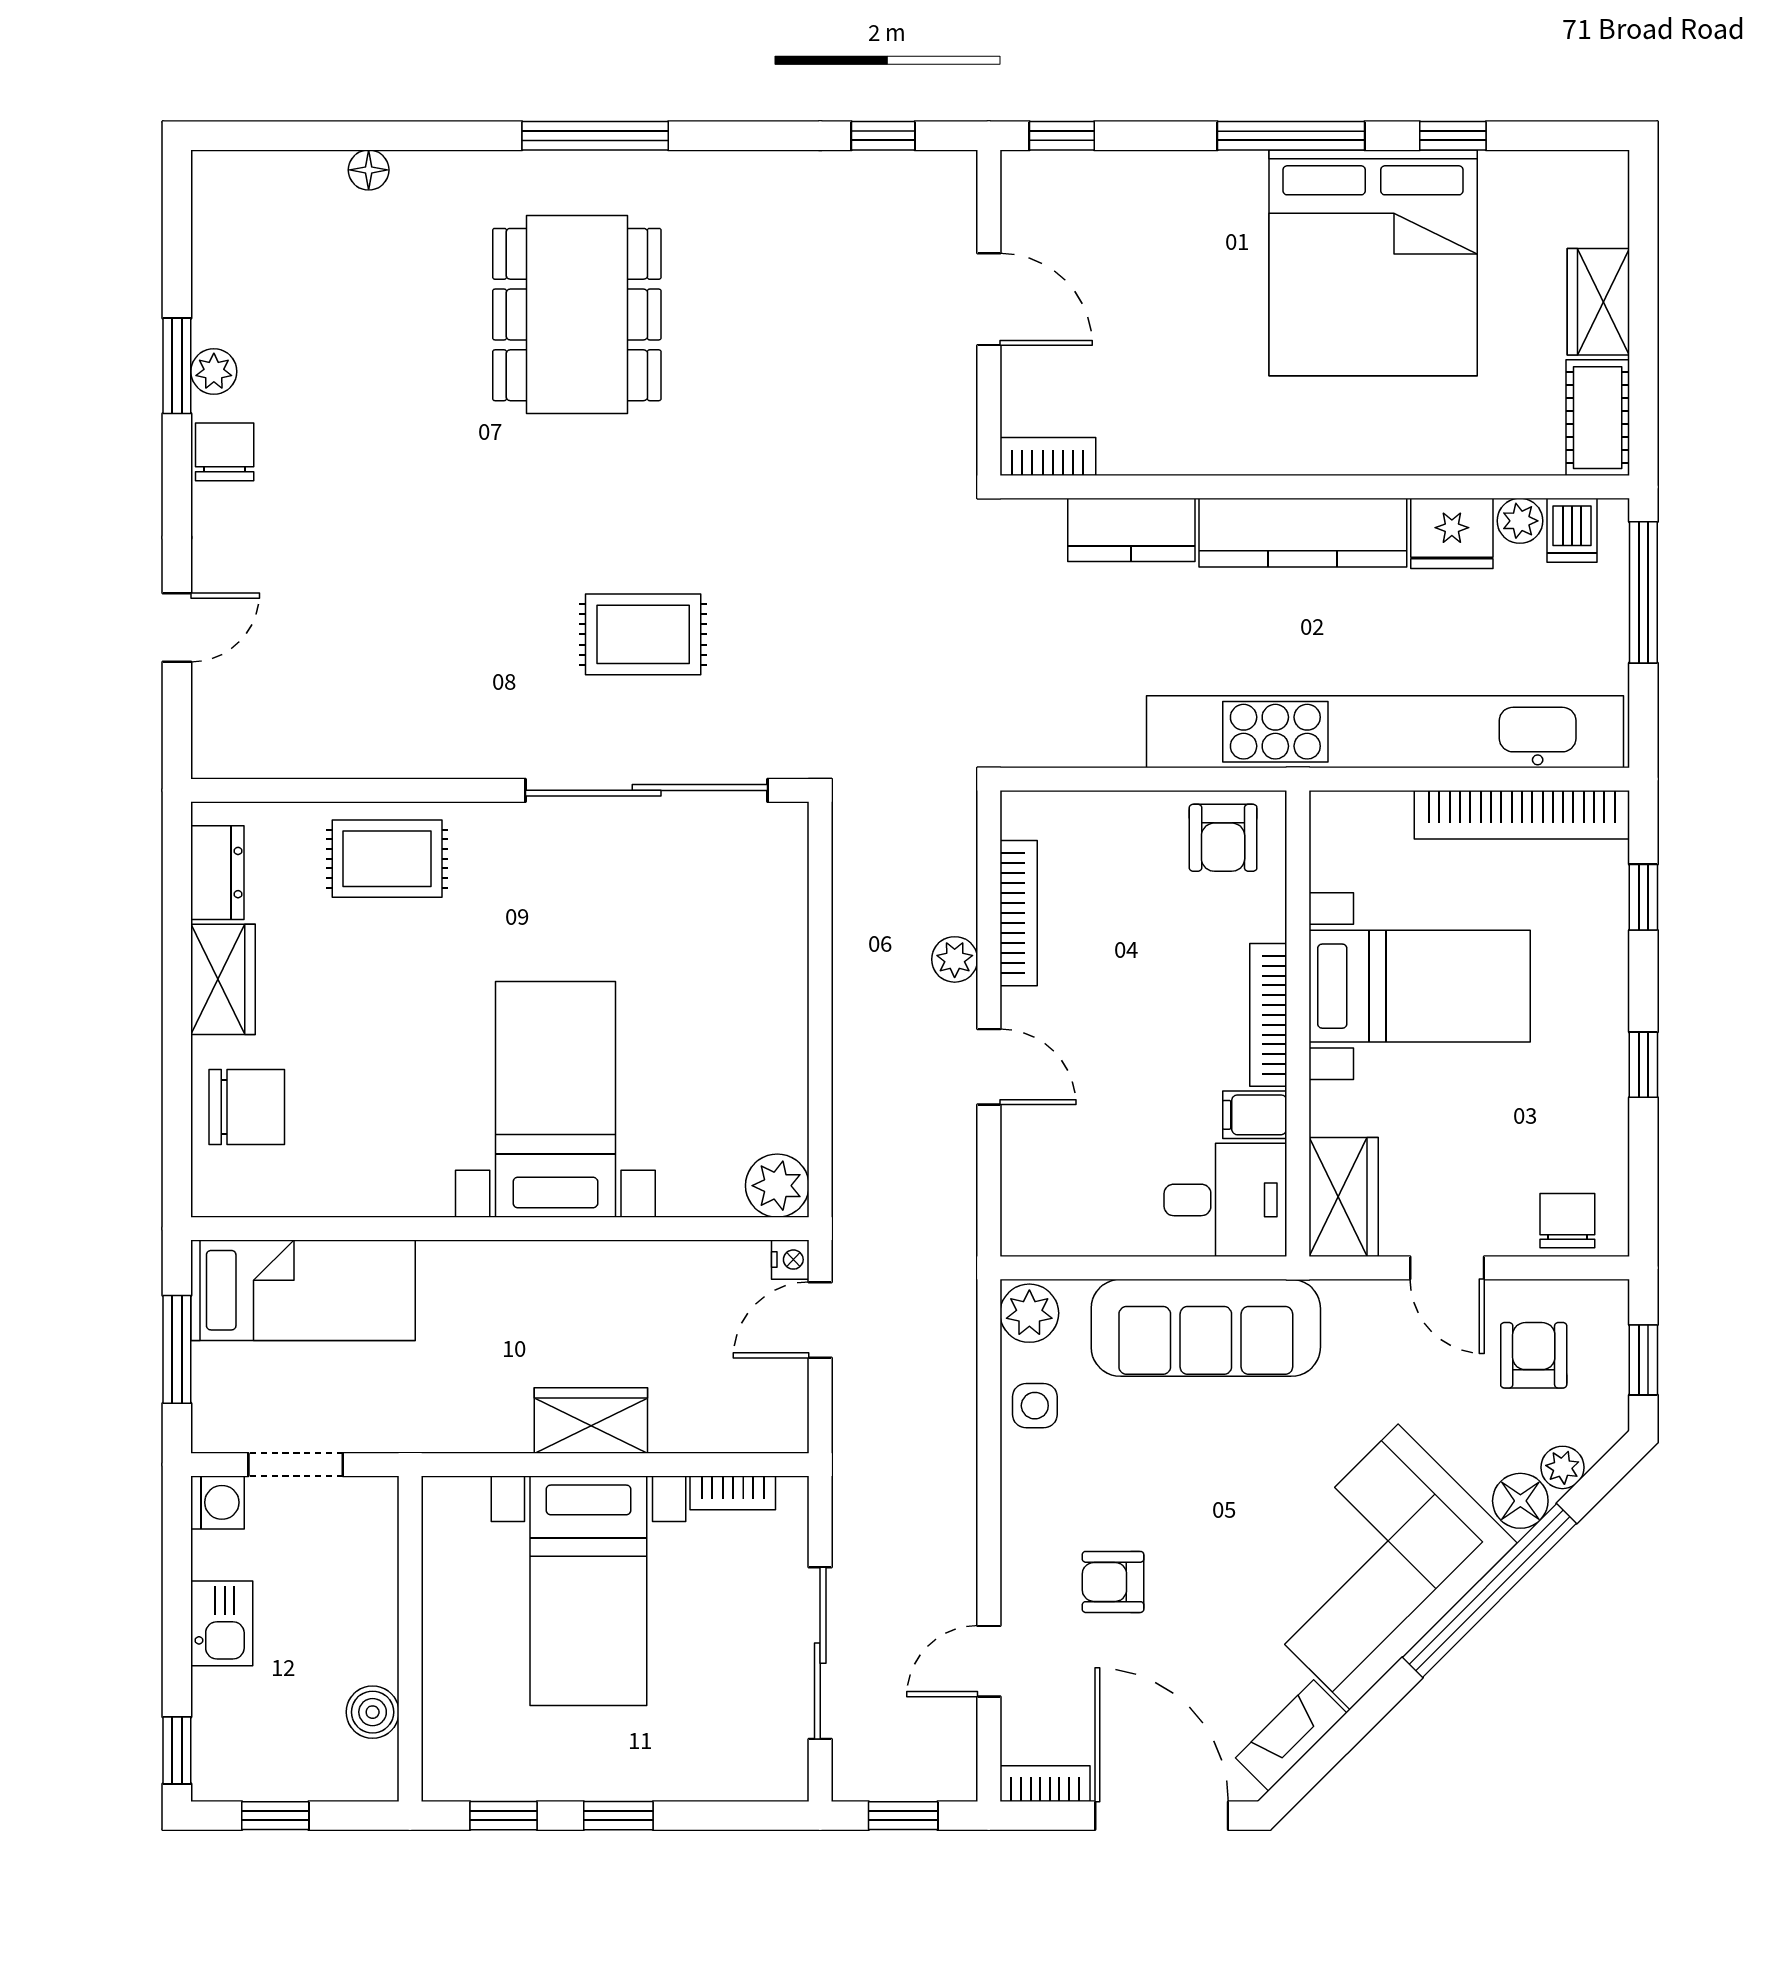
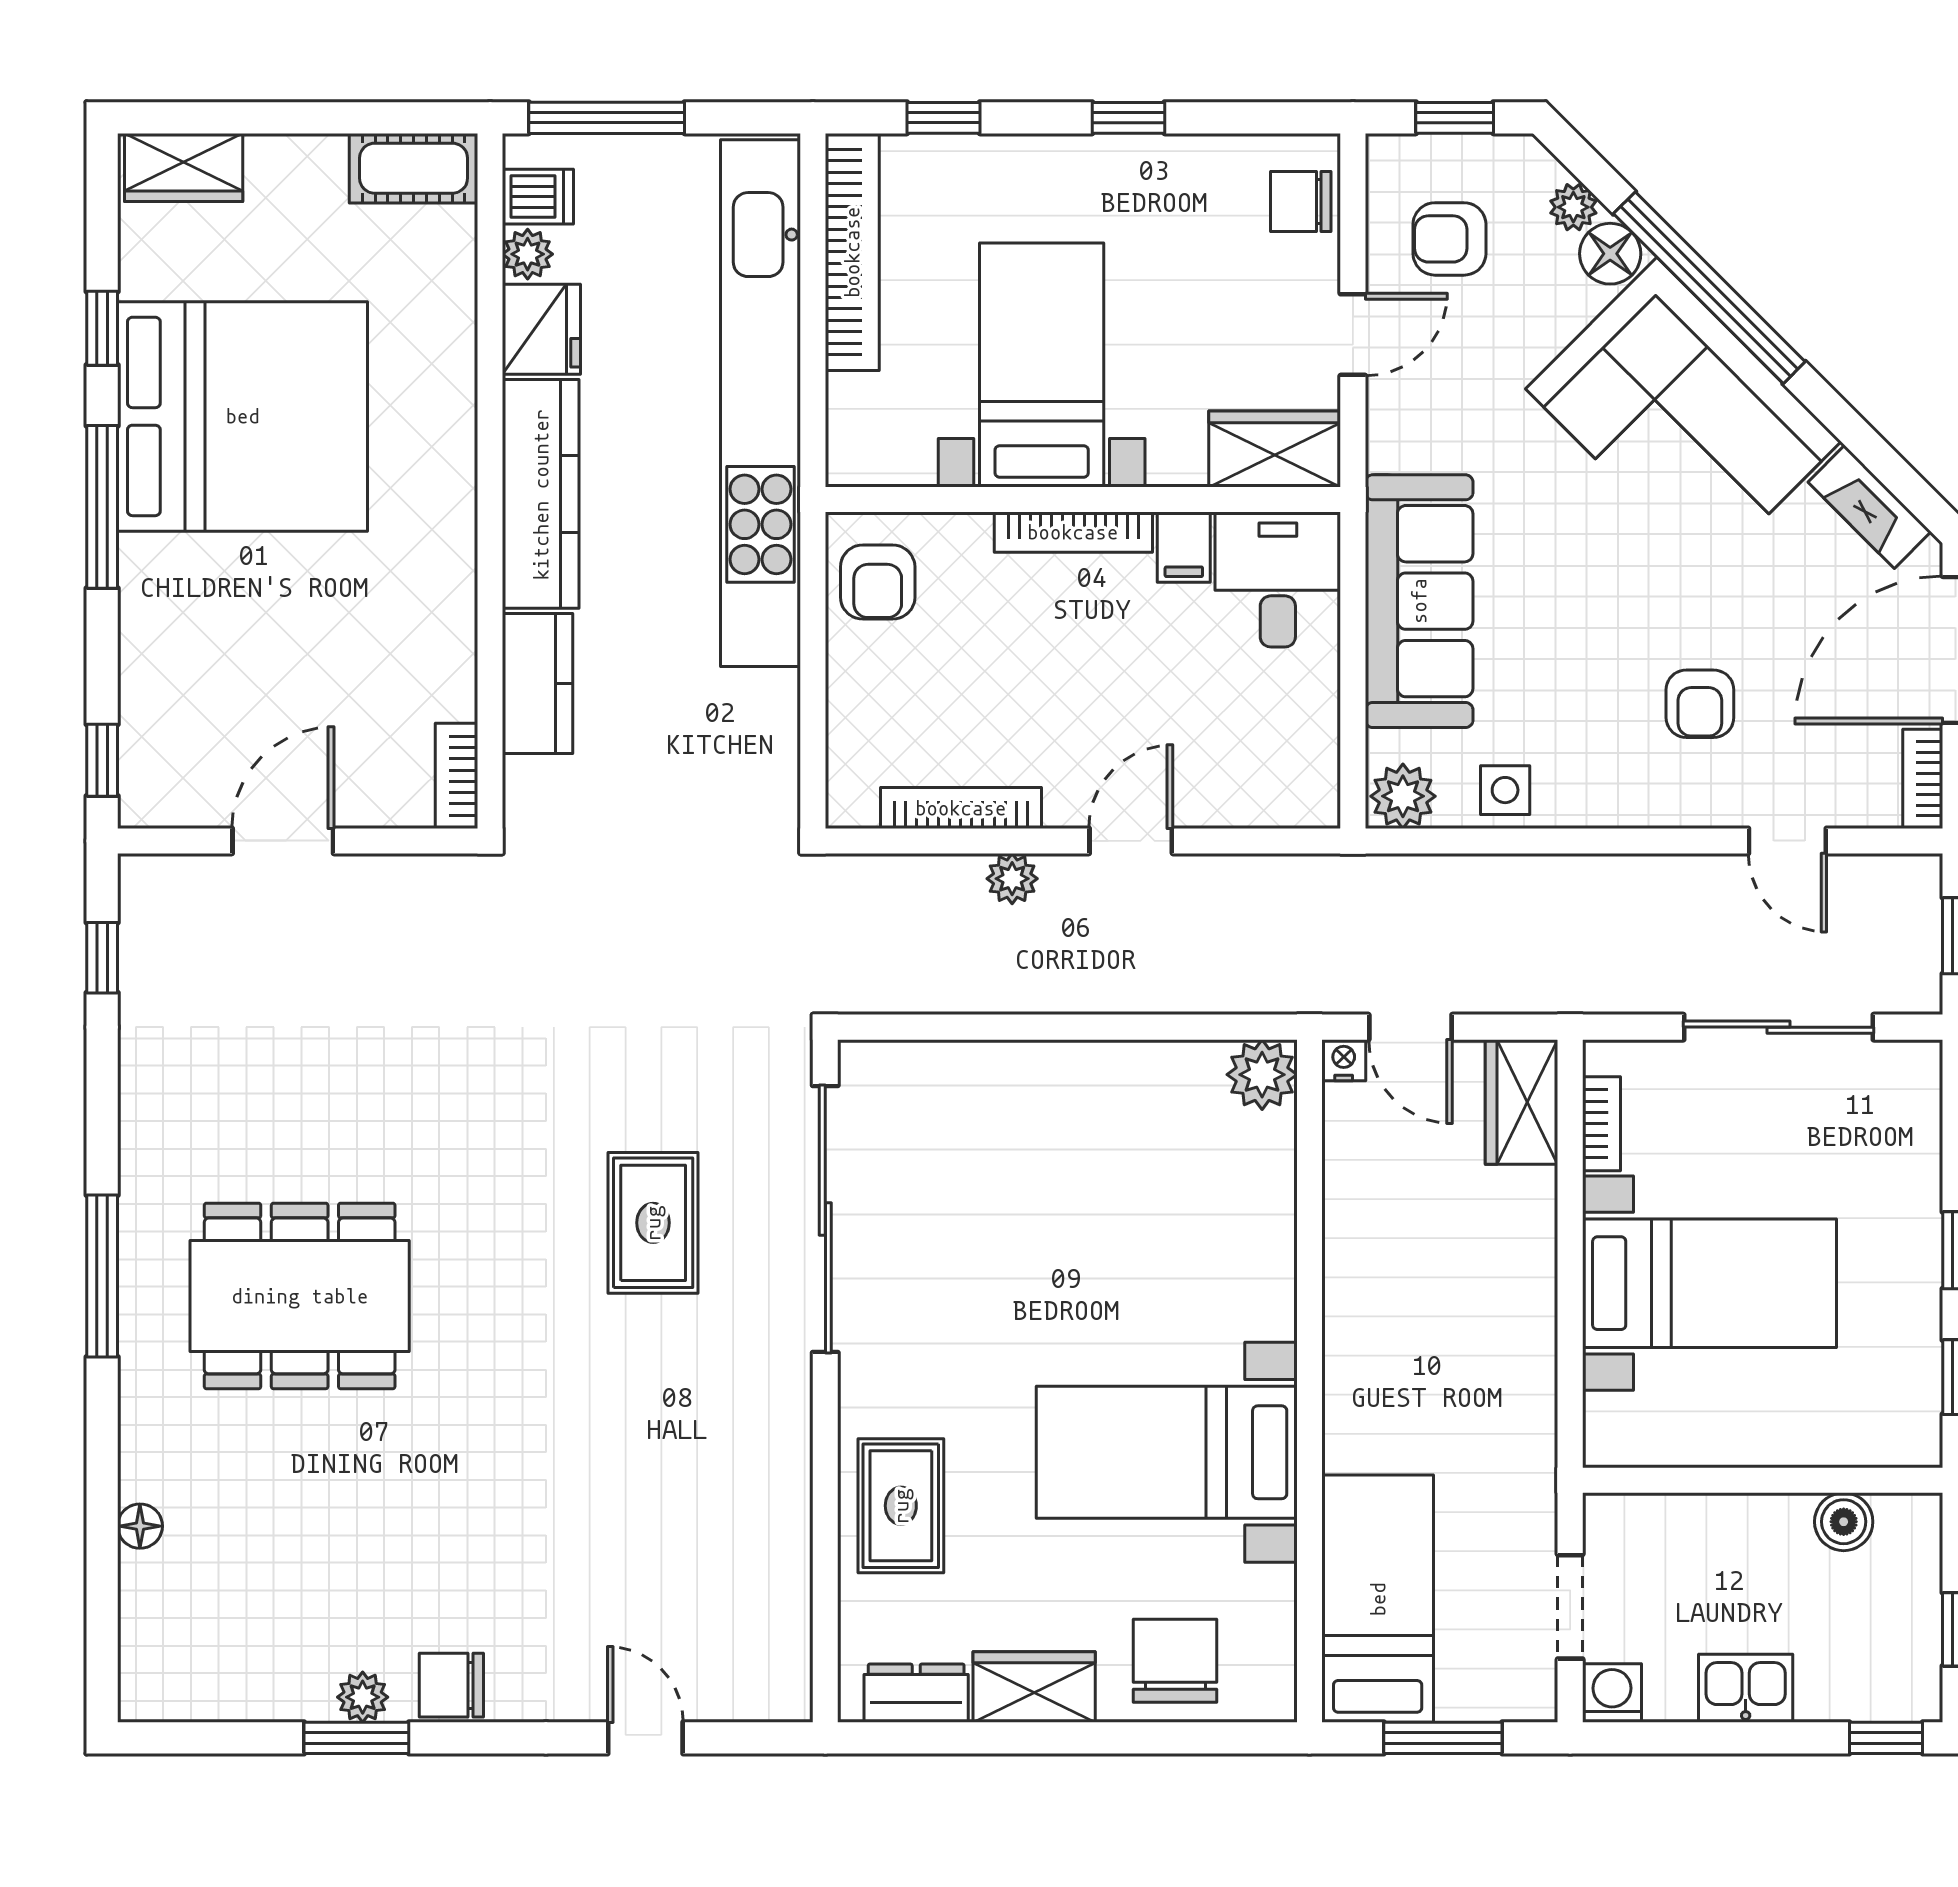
wardrobe: (1598, 302) -> (184, 168), moved
armchair: (1223, 838) -> (878, 582), turned 90
bed with nightstands: (555, 1099) -> (1167, 1452), moved
wardrobe: (591, 1421) -> (1522, 1102), moved

